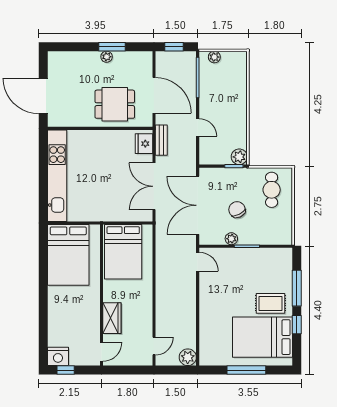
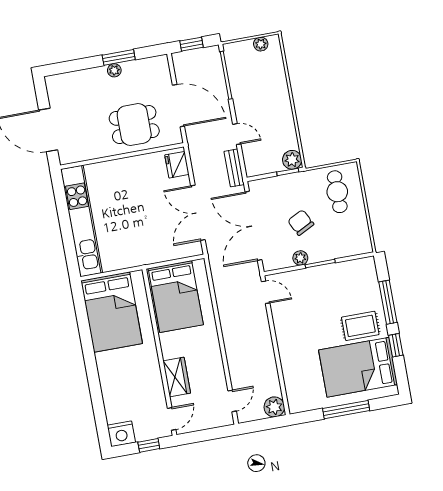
plant: (214, 57) -> (261, 44), moved
bench: (161, 140) -> (234, 168), moved
window: (66, 370) -> (149, 445), moved

